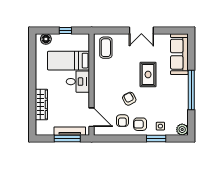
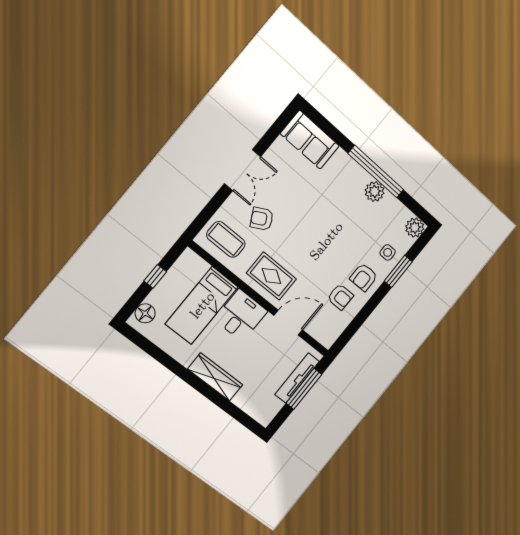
sofa: (179, 54) -> (310, 140), width x0.73
rug: (148, 74) -> (271, 276), moved
plant: (182, 97) -> (375, 191), added
armchair: (129, 99) -> (262, 219), moved
wardrobe: (41, 104) -> (215, 377), moved
door: (92, 117) -> (288, 323), moved

